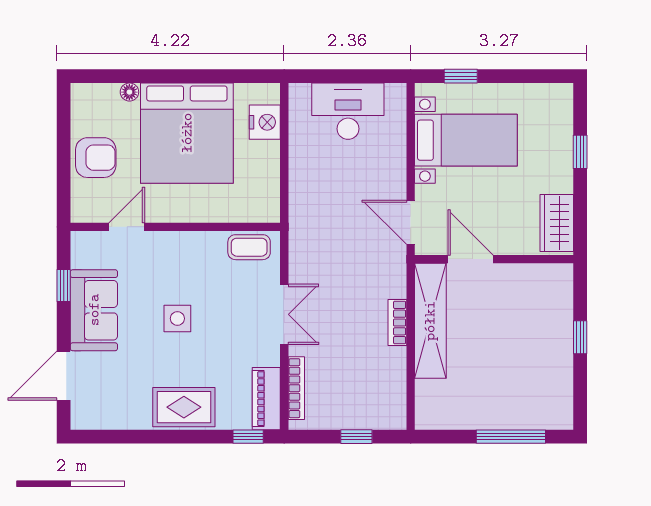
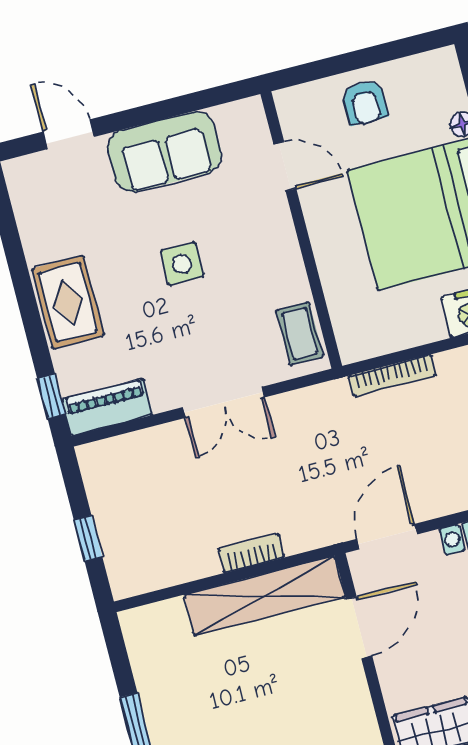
armchair: (96, 158) -> (365, 102), width x0.72, depth x0.72
window: (64, 285) -> (187, 104), removed
door: (64, 376) -> (69, 134), width x0.73
bookcase: (296, 388) -> (392, 376), moved

